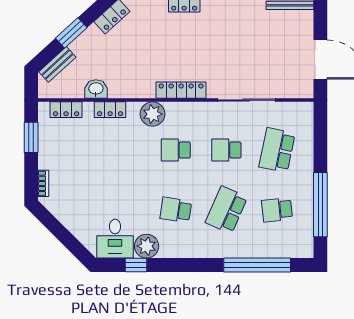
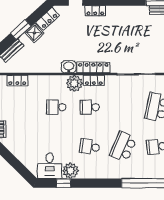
shower: (92, 37) -> (34, 33), added
washbasin: (96, 89) -> (69, 67), moved
locker: (110, 110) -> (94, 80), moved
school desk: (226, 150) -> (56, 107), moved

